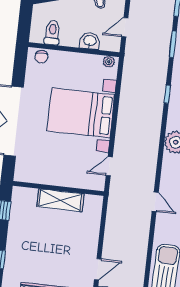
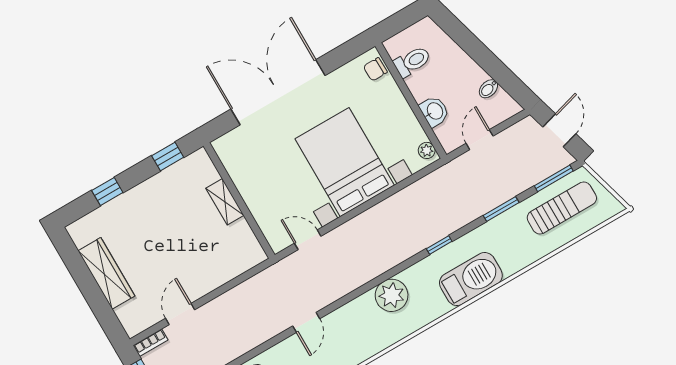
door: (125, 27) -> (480, 140), hinge flipped
shelving: (60, 200) -> (225, 202), width x0.67, depth x0.75
door: (98, 269) -> (180, 314), swing flipped

